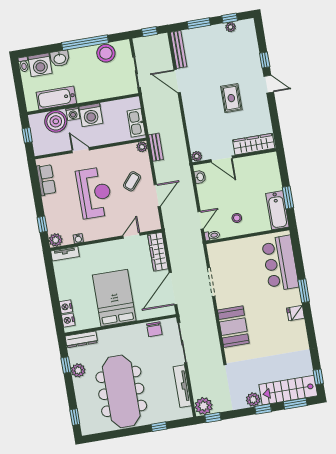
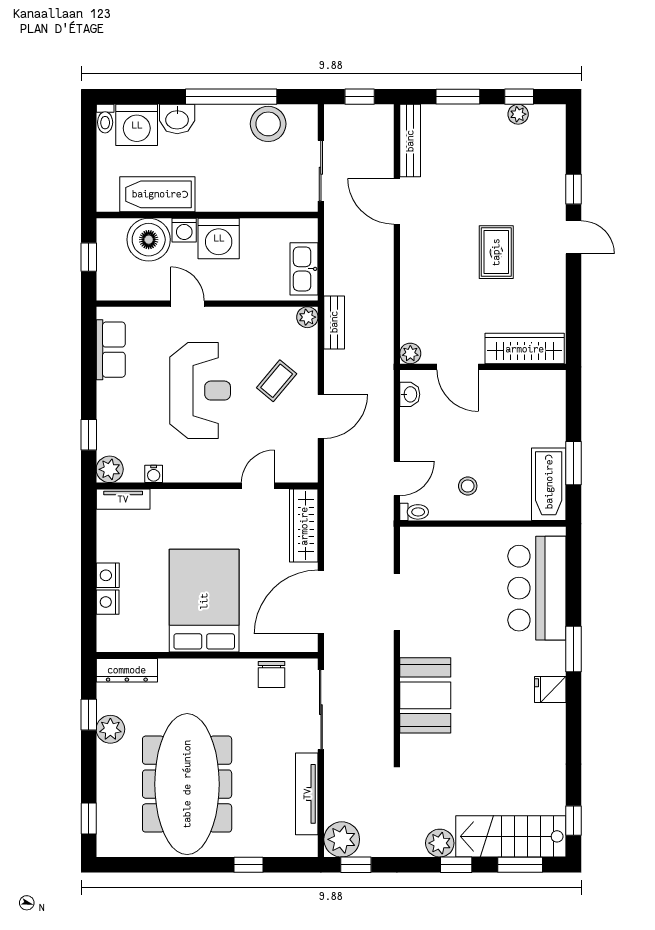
nightstand: (68, 320) -> (108, 575), moved

